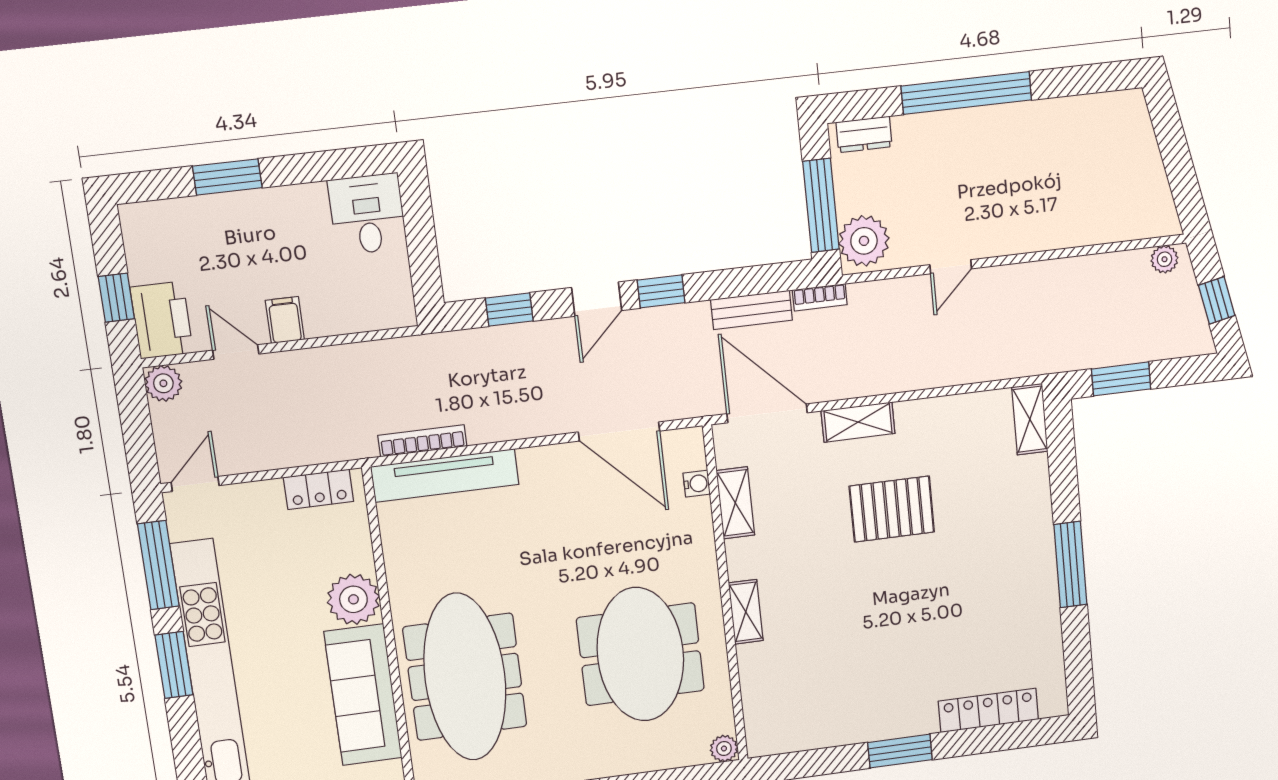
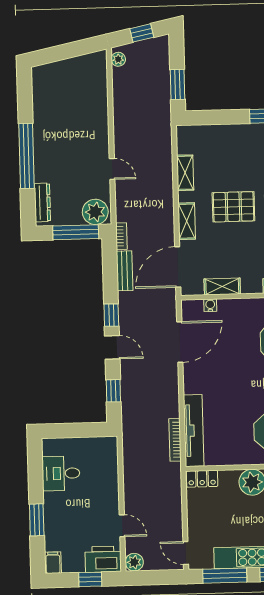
dresser: (864, 134) -> (42, 202), width x1.44
desk: (367, 214) -> (61, 473), moved
filing cabinet: (285, 320) -> (53, 563), moved, turned 90
door: (236, 352) -> (122, 526), swing flipped
shelving: (1030, 419) -> (185, 173), moved, turned 90
locker: (319, 489) -> (202, 479), moved, turned 90
pallet: (892, 509) -> (233, 207), turned 90

